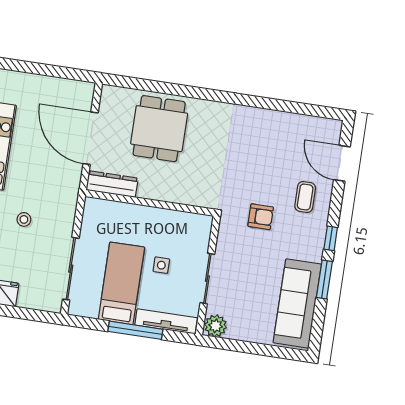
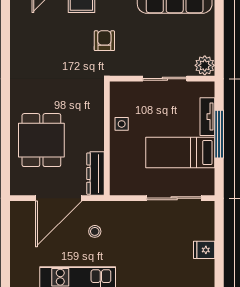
dining table: (159, 129) -> (41, 140), turned 90
stool: (24, 219) -> (95, 231), moved
side table: (161, 265) -> (122, 124), moved
tv unit: (166, 321) -> (207, 117), width x0.71

